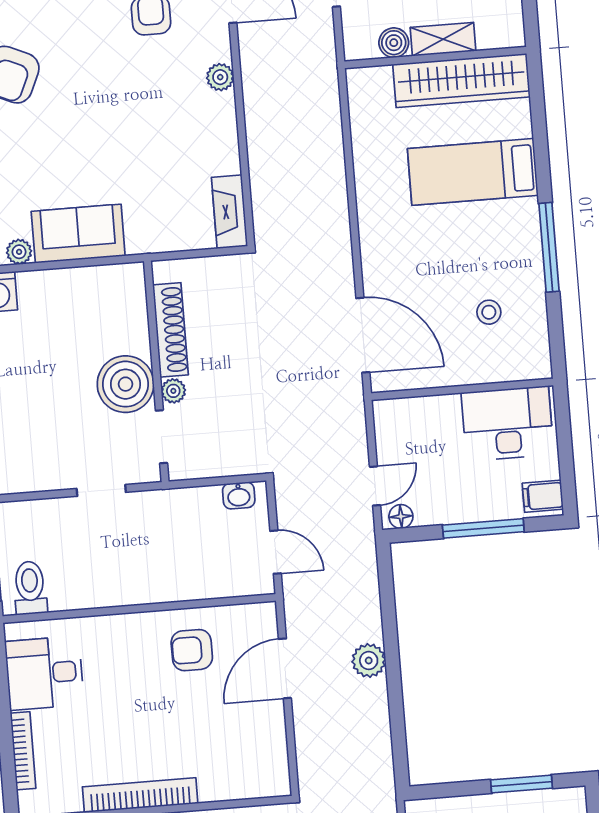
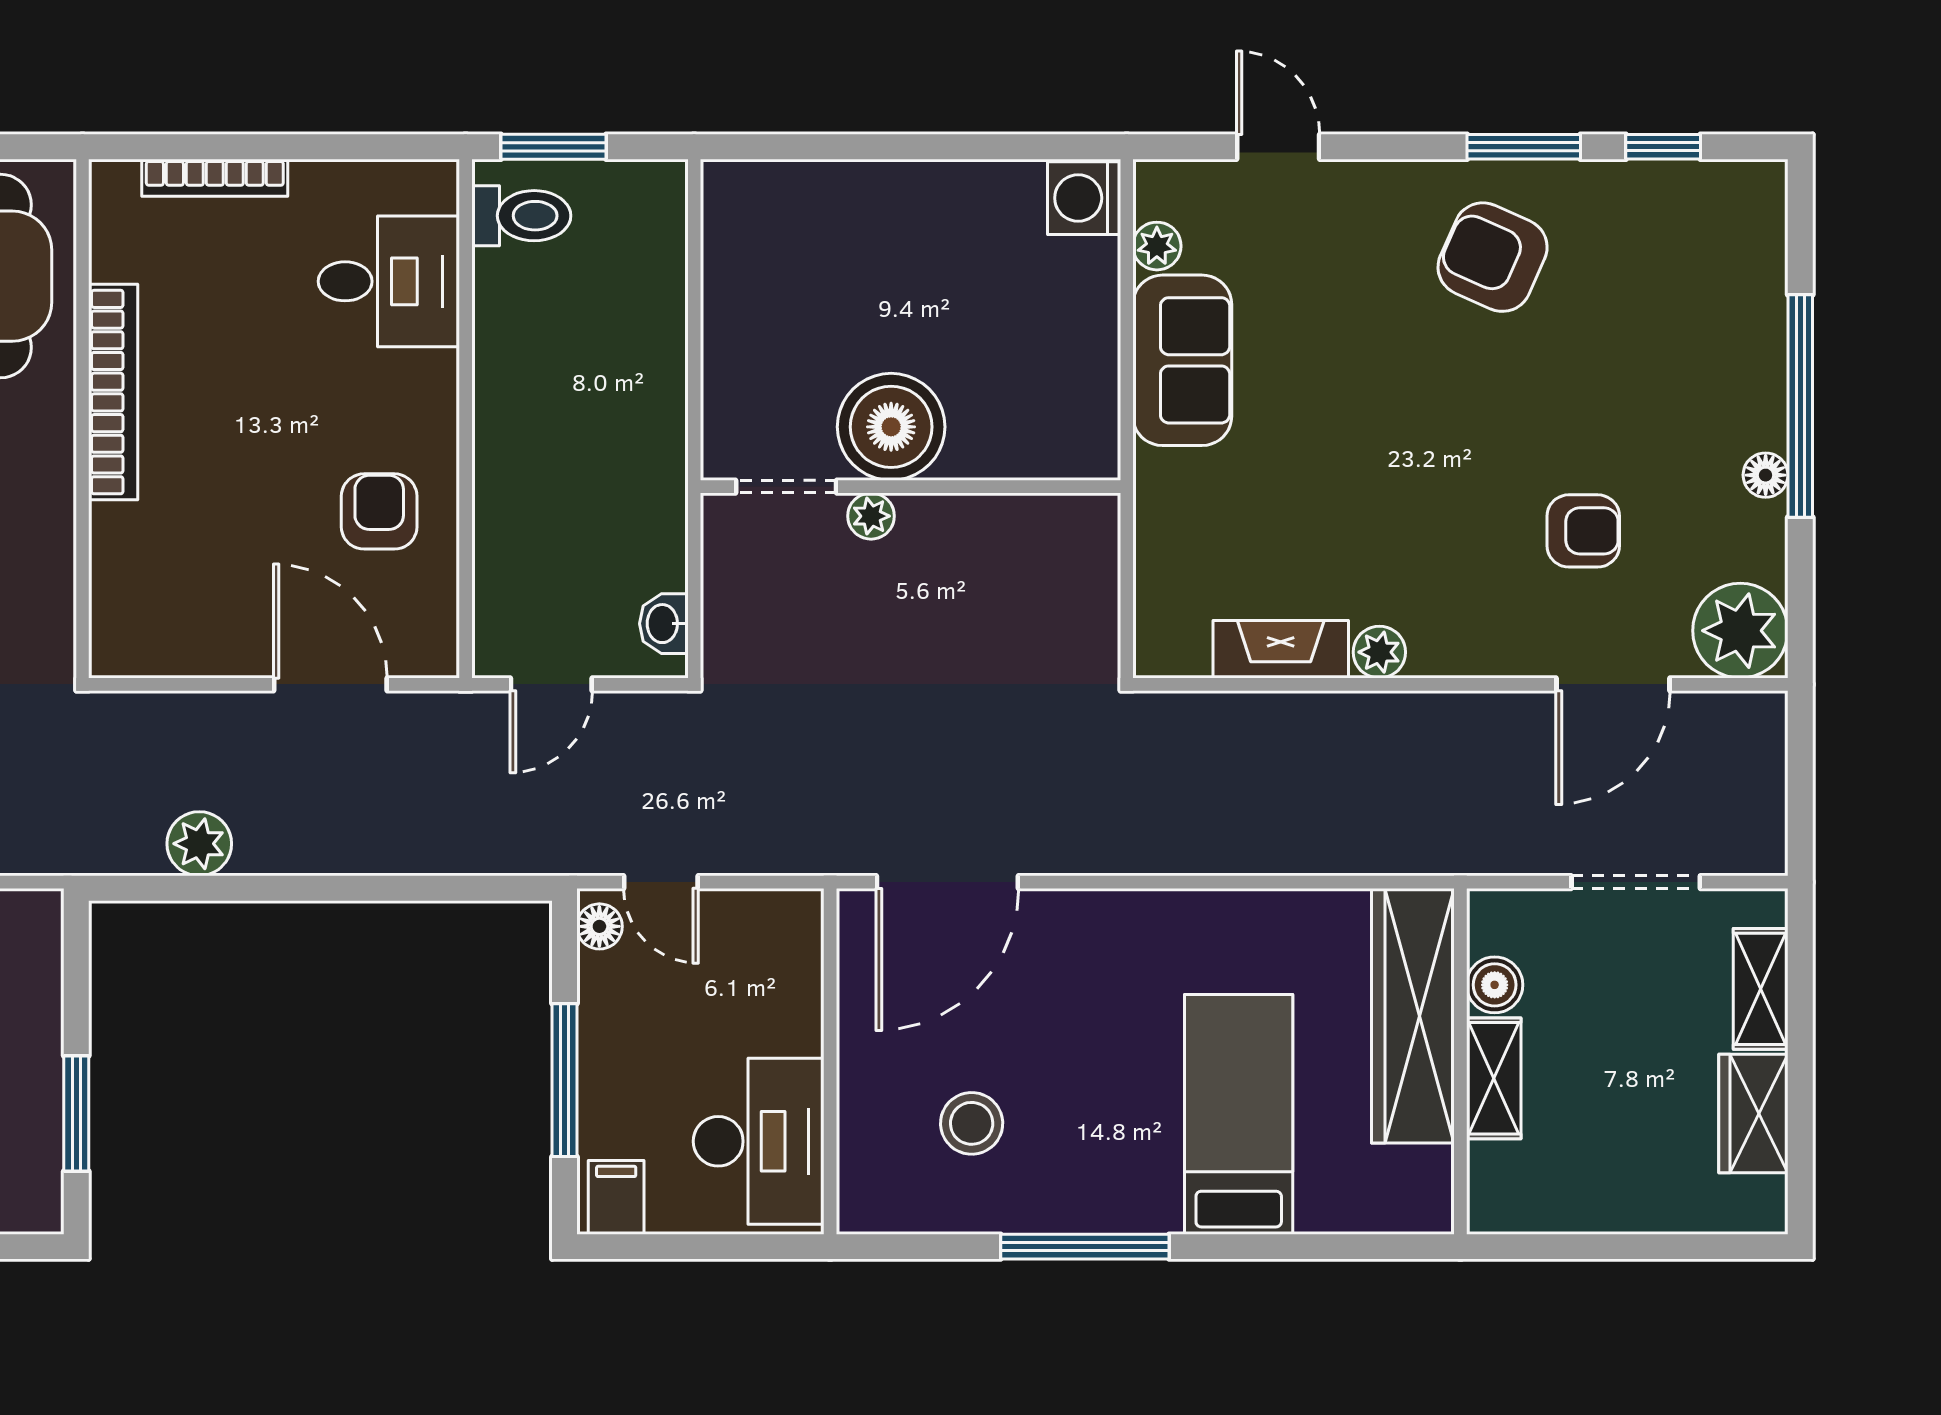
plant: (220, 77) -> (1379, 652), moved
wardrobe: (461, 81) -> (1413, 1016), moved
fireplace: (230, 212) -> (1281, 649), moved
stool: (489, 312) -> (972, 1123), width x1.37, depth x1.37
shoe rack: (170, 330) -> (987, 520), removed
doorway: (101, 490) -> (694, 365), removed
plant: (369, 661) -> (199, 844), moved
desk: (44, 673) -> (389, 281), moved, turned 90

